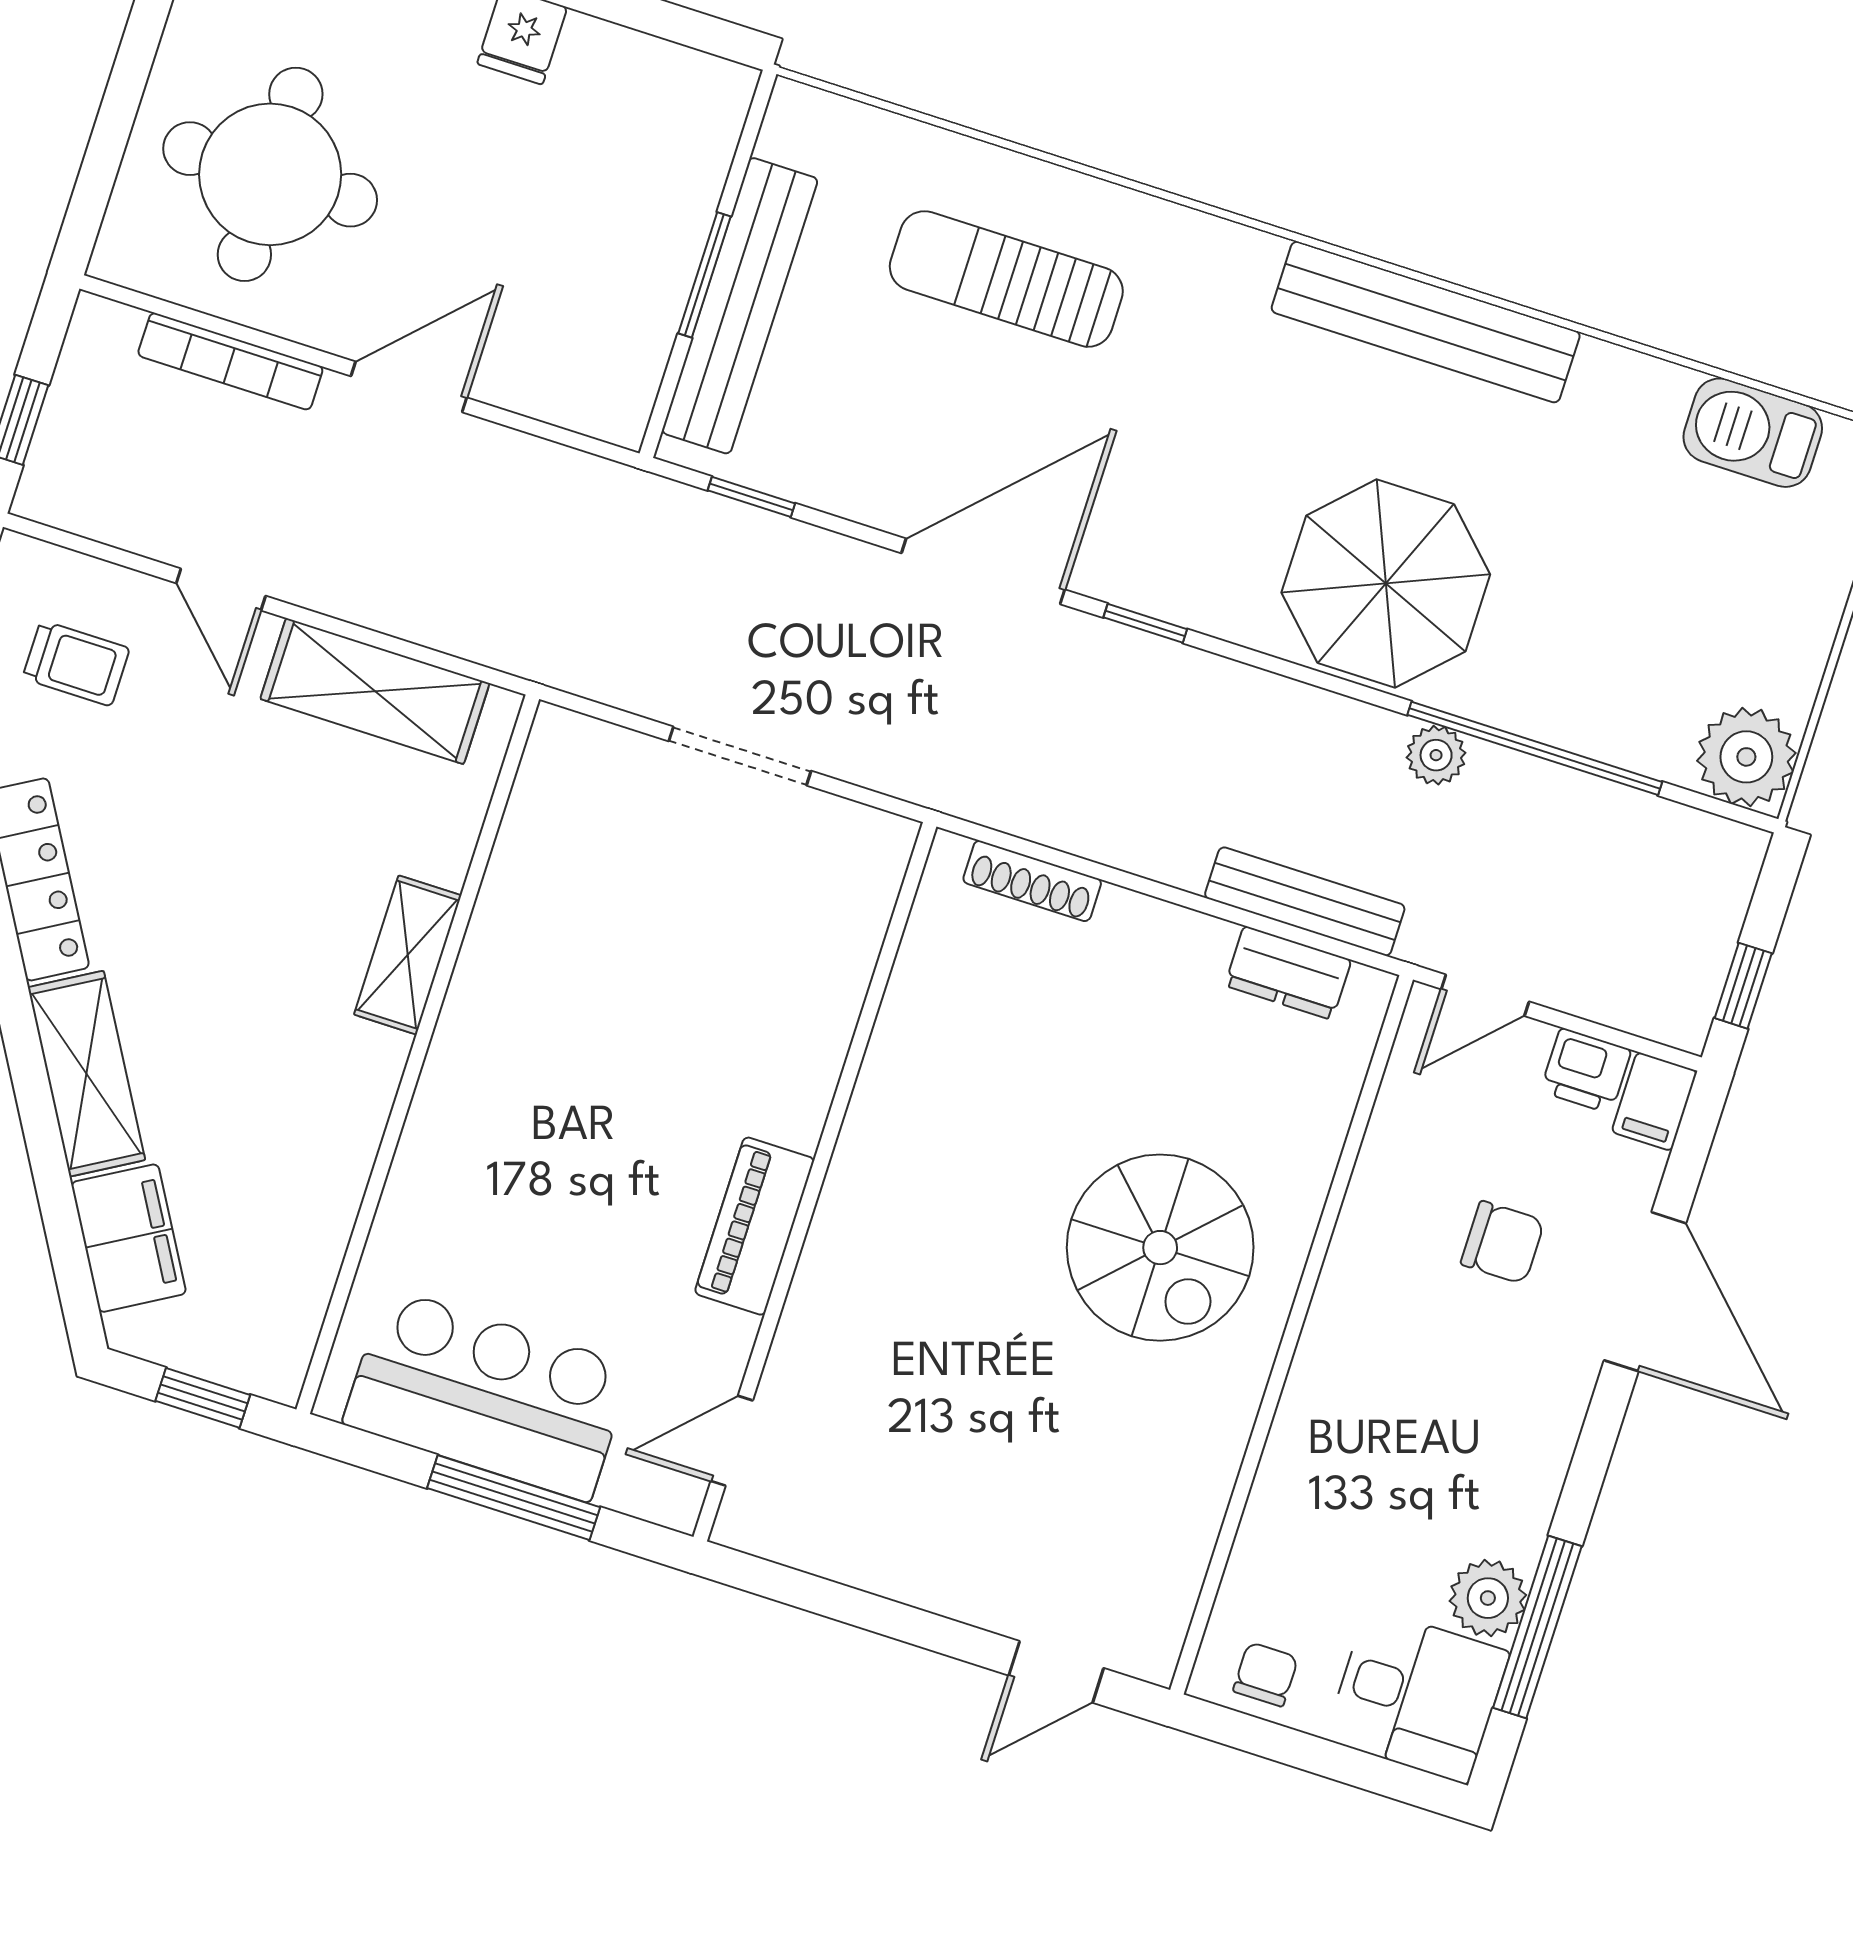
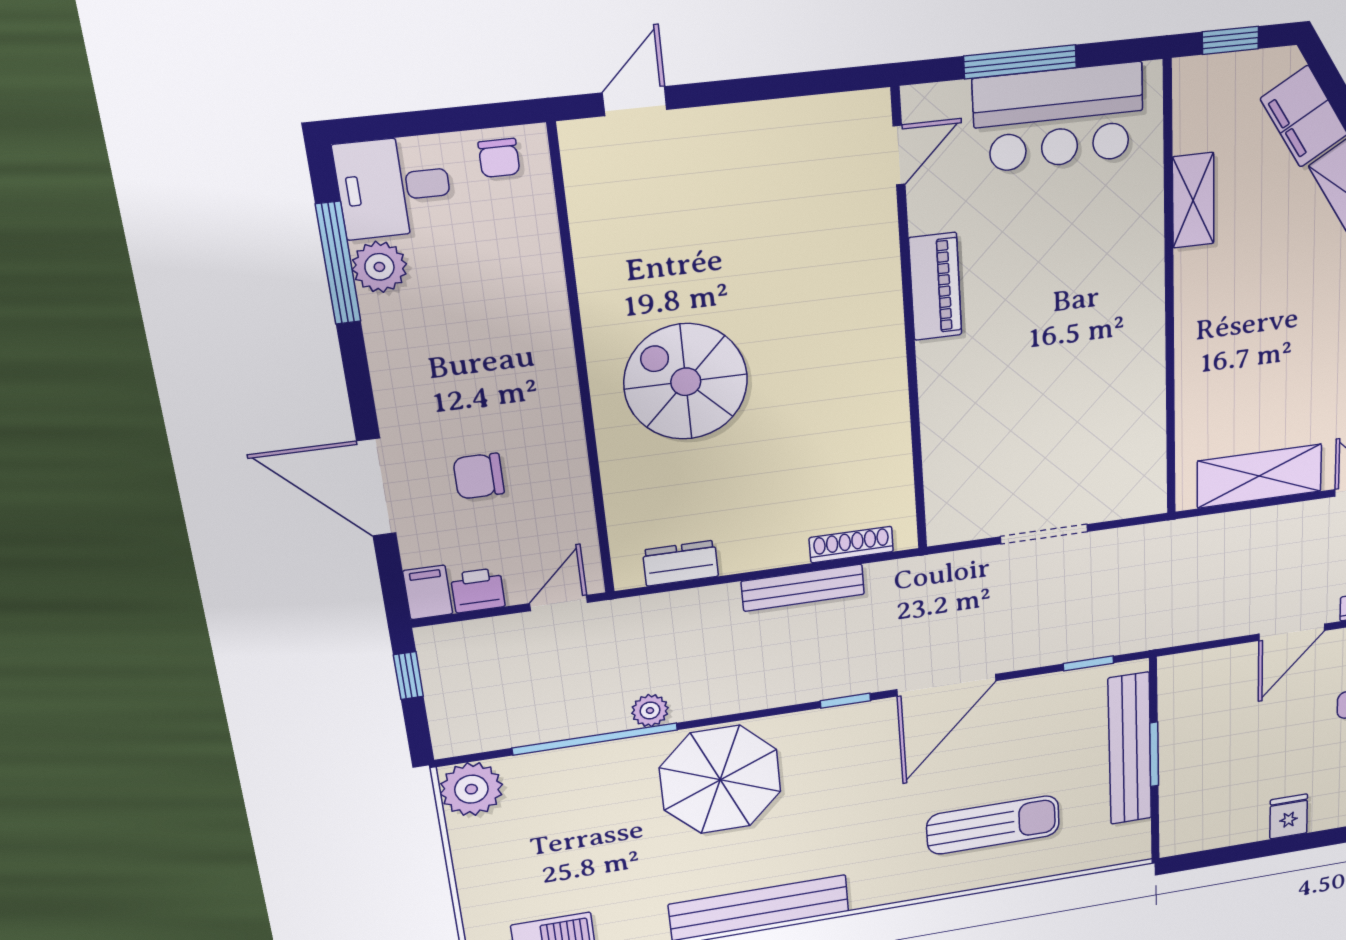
bench: (1305, 901) -> (803, 588), moved
shelving: (408, 955) -> (1193, 200), moved

